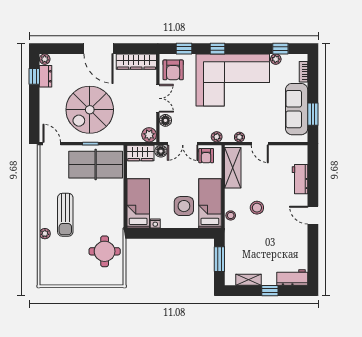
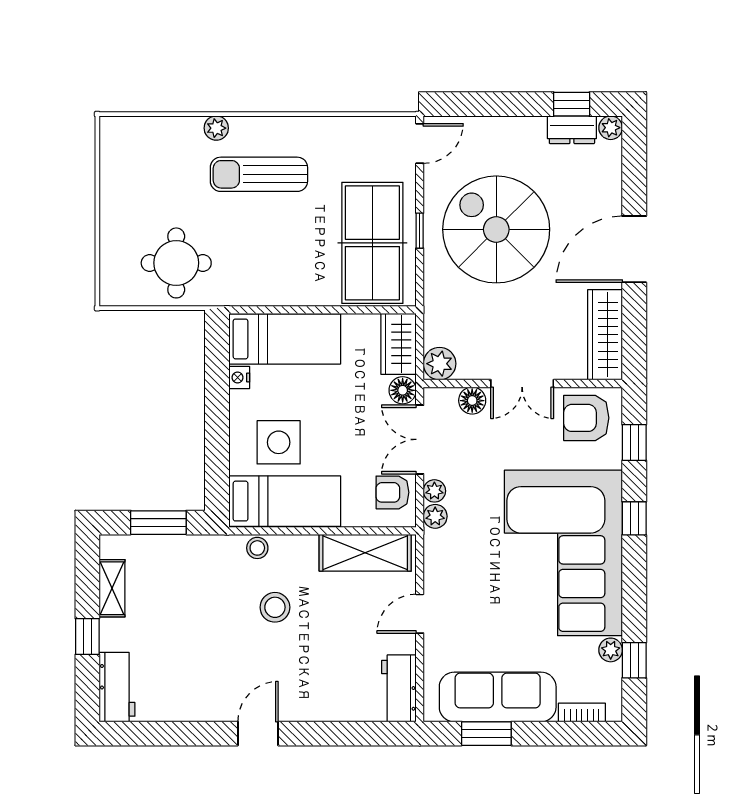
plant: (239, 137) -> (434, 491), moved
workbench: (300, 179) -> (399, 688), moved, turned -90

